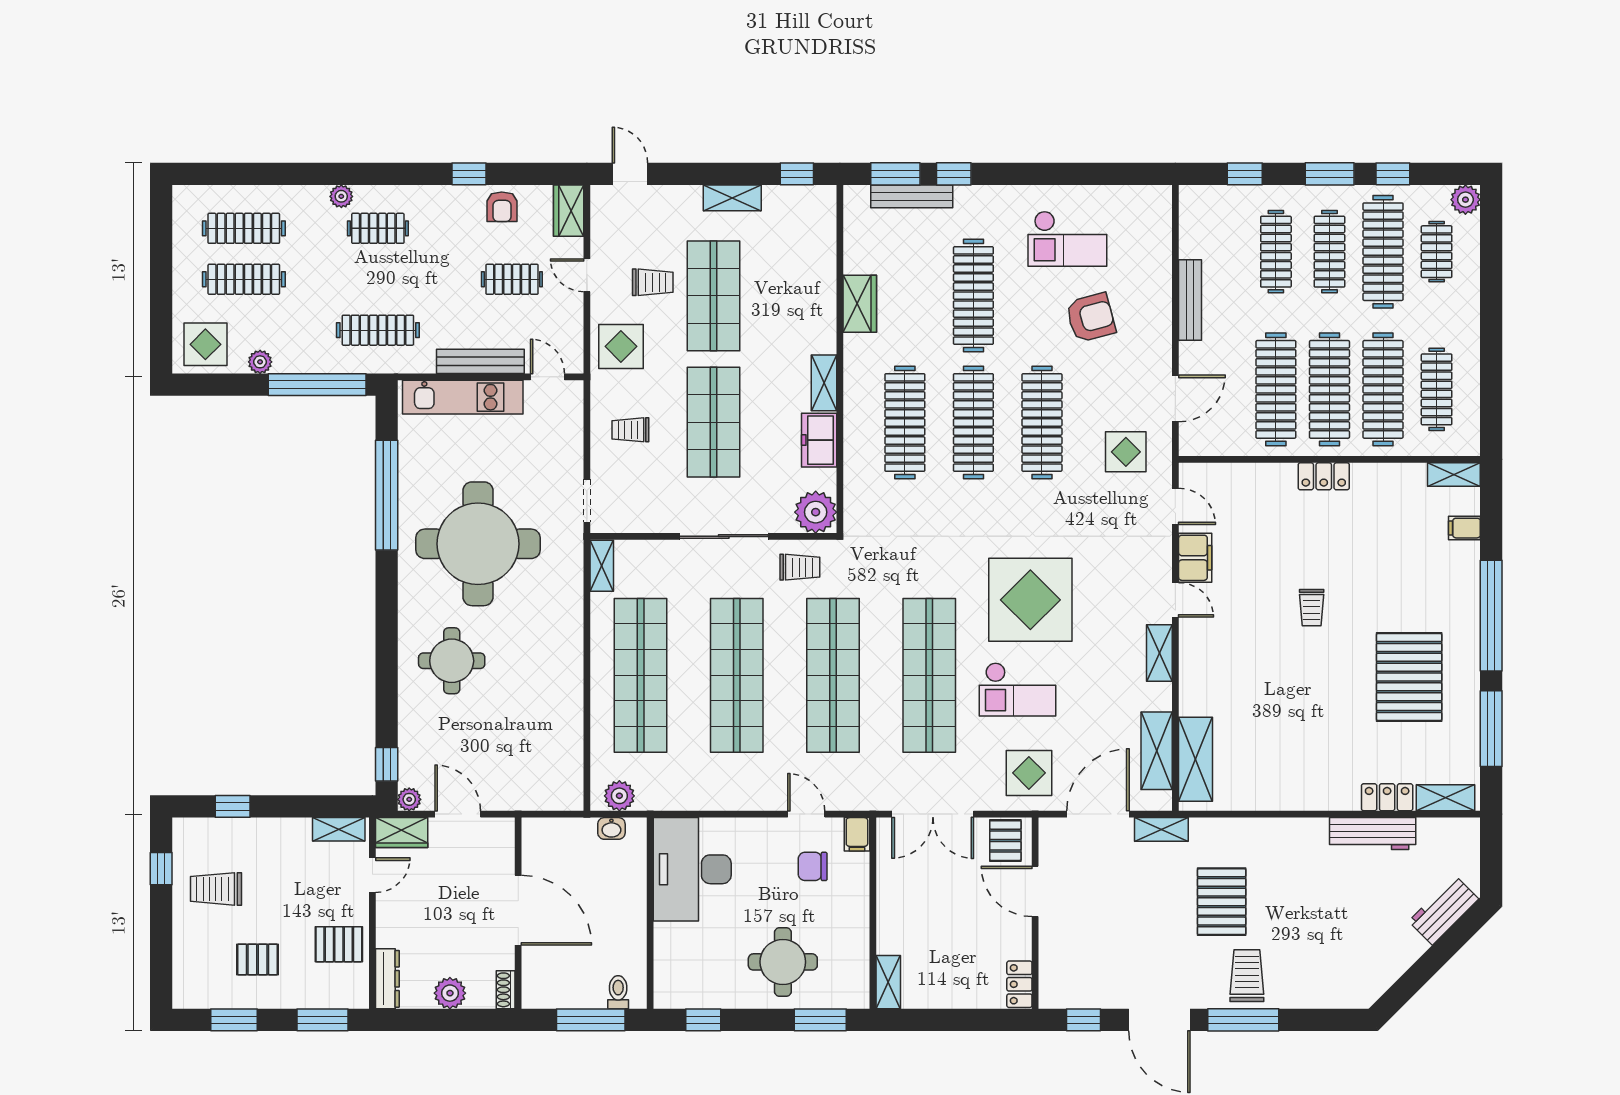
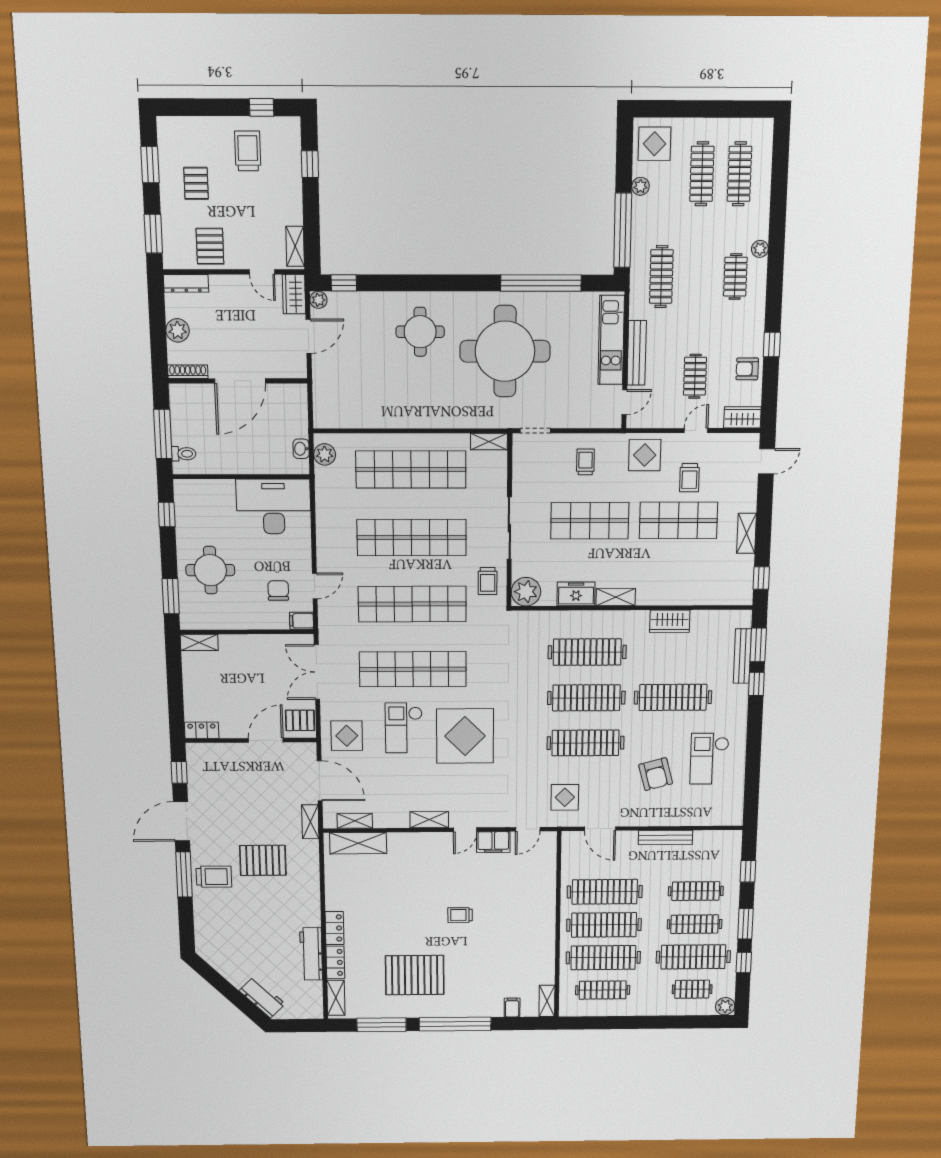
locker: (1324, 476) -> (335, 928), moved, turned 180
shelving: (1157, 751) -> (355, 821), width x0.67, depth x0.75
shoe rack: (506, 990) -> (188, 372), width x1.43

